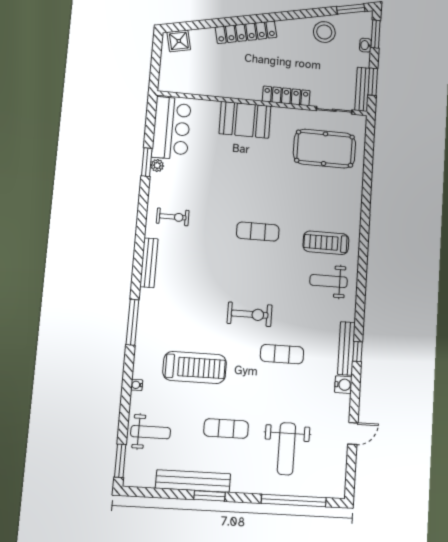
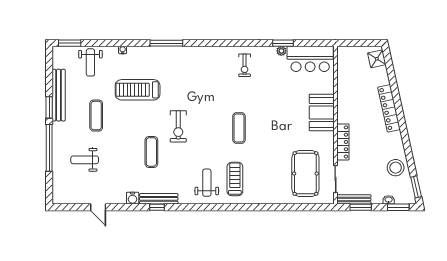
bench: (149, 263) -> (210, 51), removed
treadmill: (195, 367) -> (138, 90), turned 90
weight bench: (286, 449) -> (85, 160), width x0.73, depth x0.75
window: (294, 500) -> (49, 148), moved

